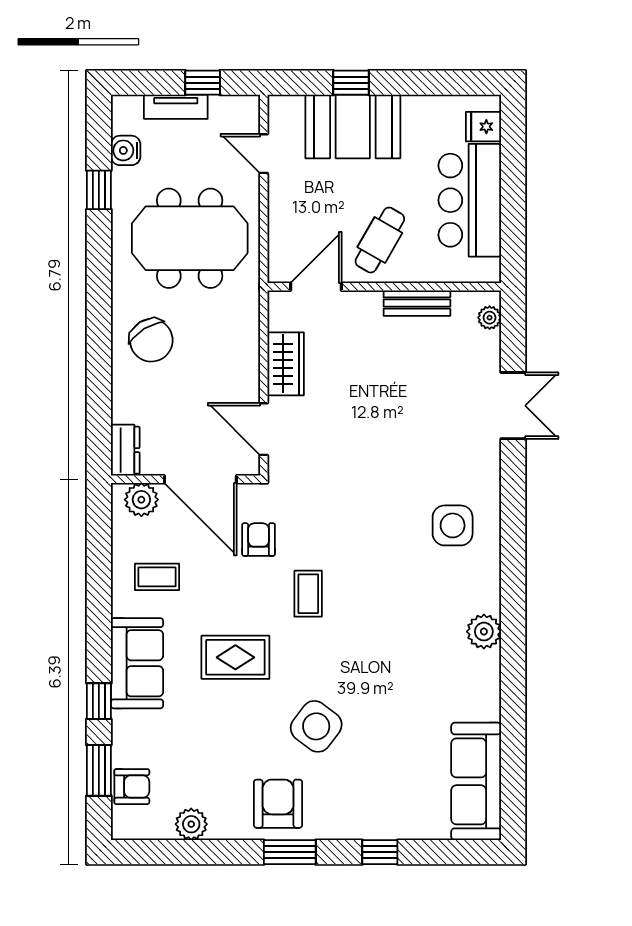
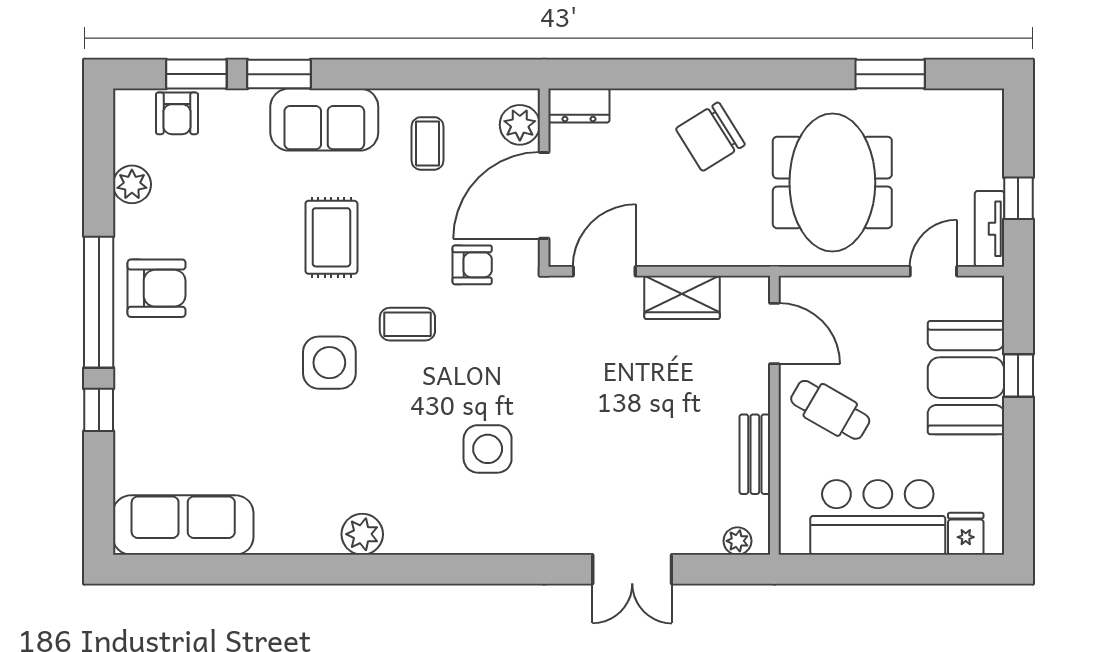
tv unit: (176, 107) -> (989, 229), moved
water cooler: (126, 150) -> (937, 106), removed
window: (99, 190) -> (890, 74), width x1.50
side table: (453, 525) -> (488, 449), moved
window: (99, 701) -> (279, 74), width x1.50
side table: (316, 726) -> (329, 363), moved, turned -37
window: (290, 852) -> (99, 302), width x2.11

